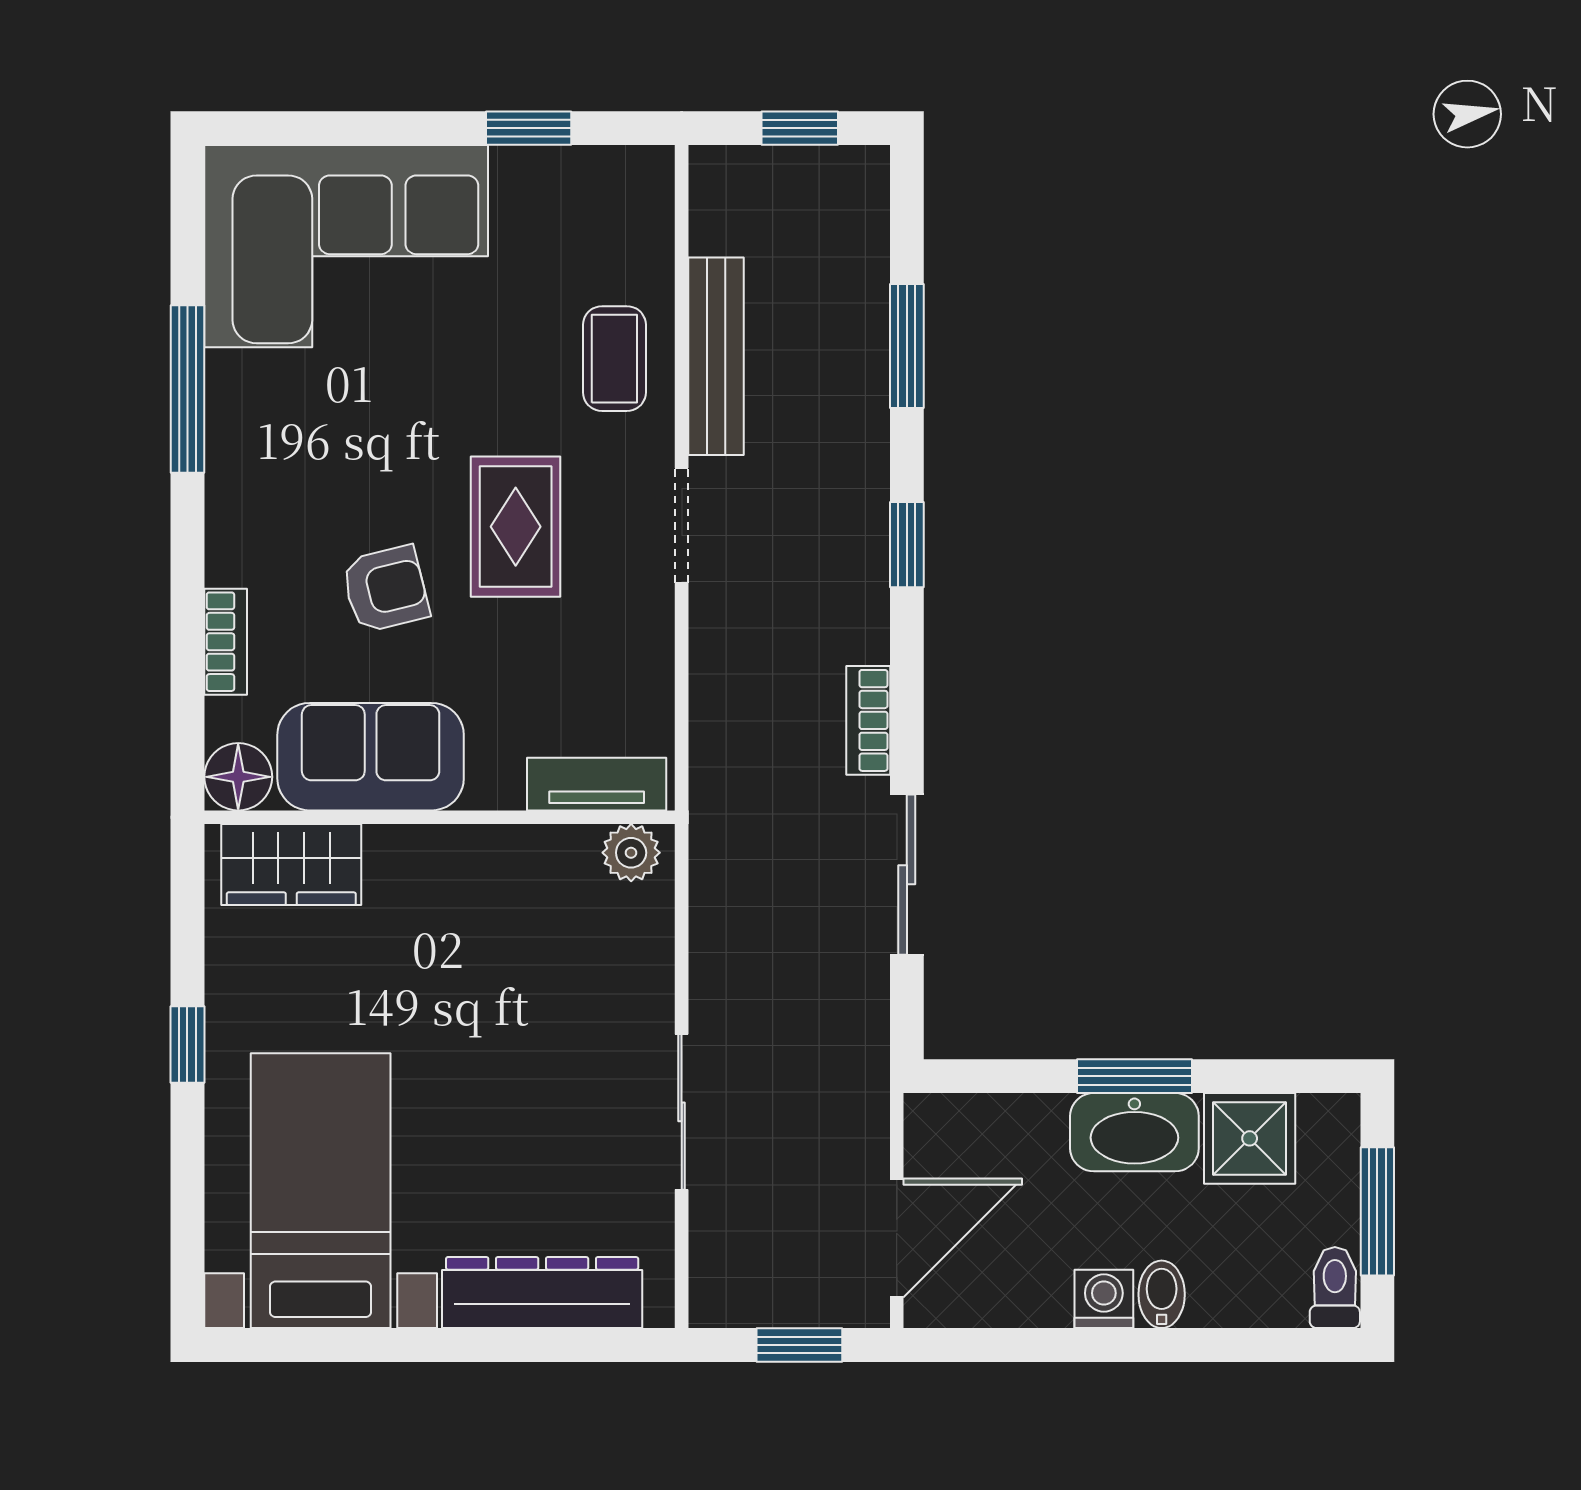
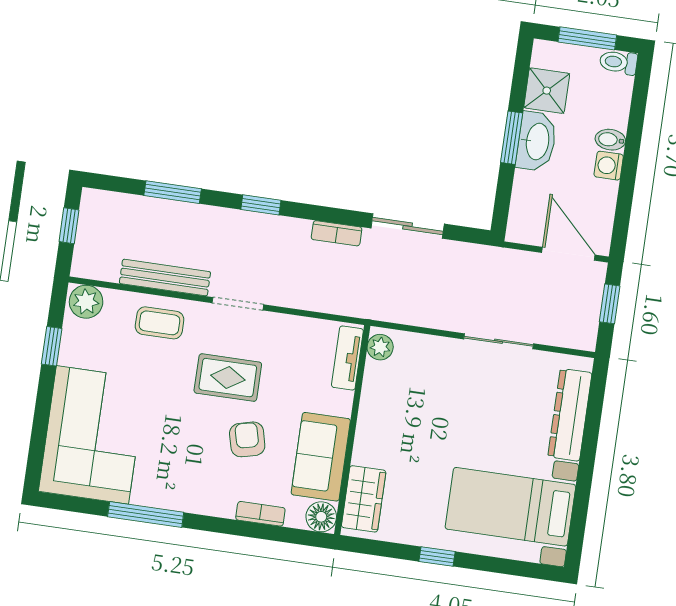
plant: (638, 190) -> (86, 302), added

